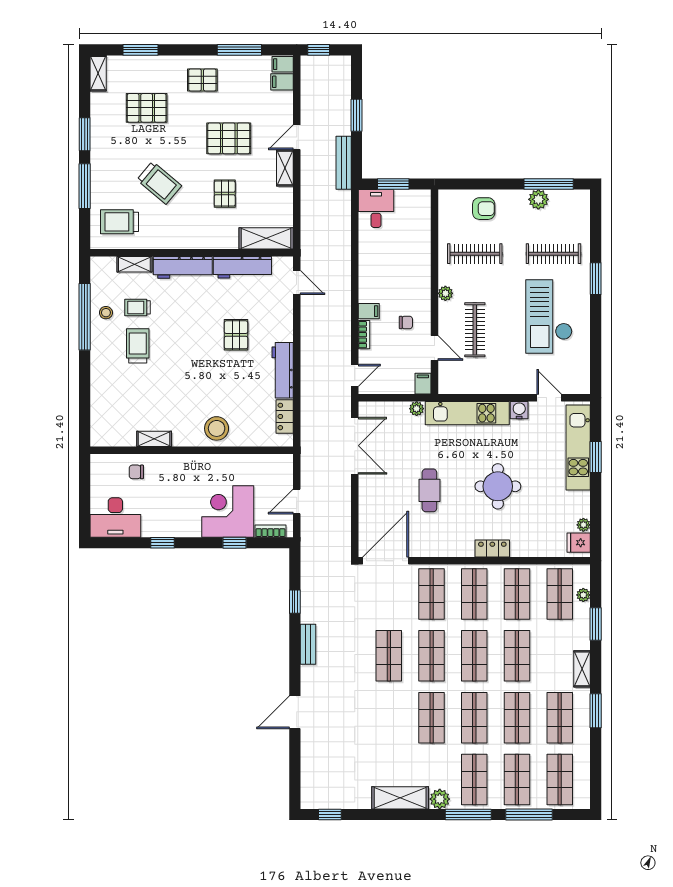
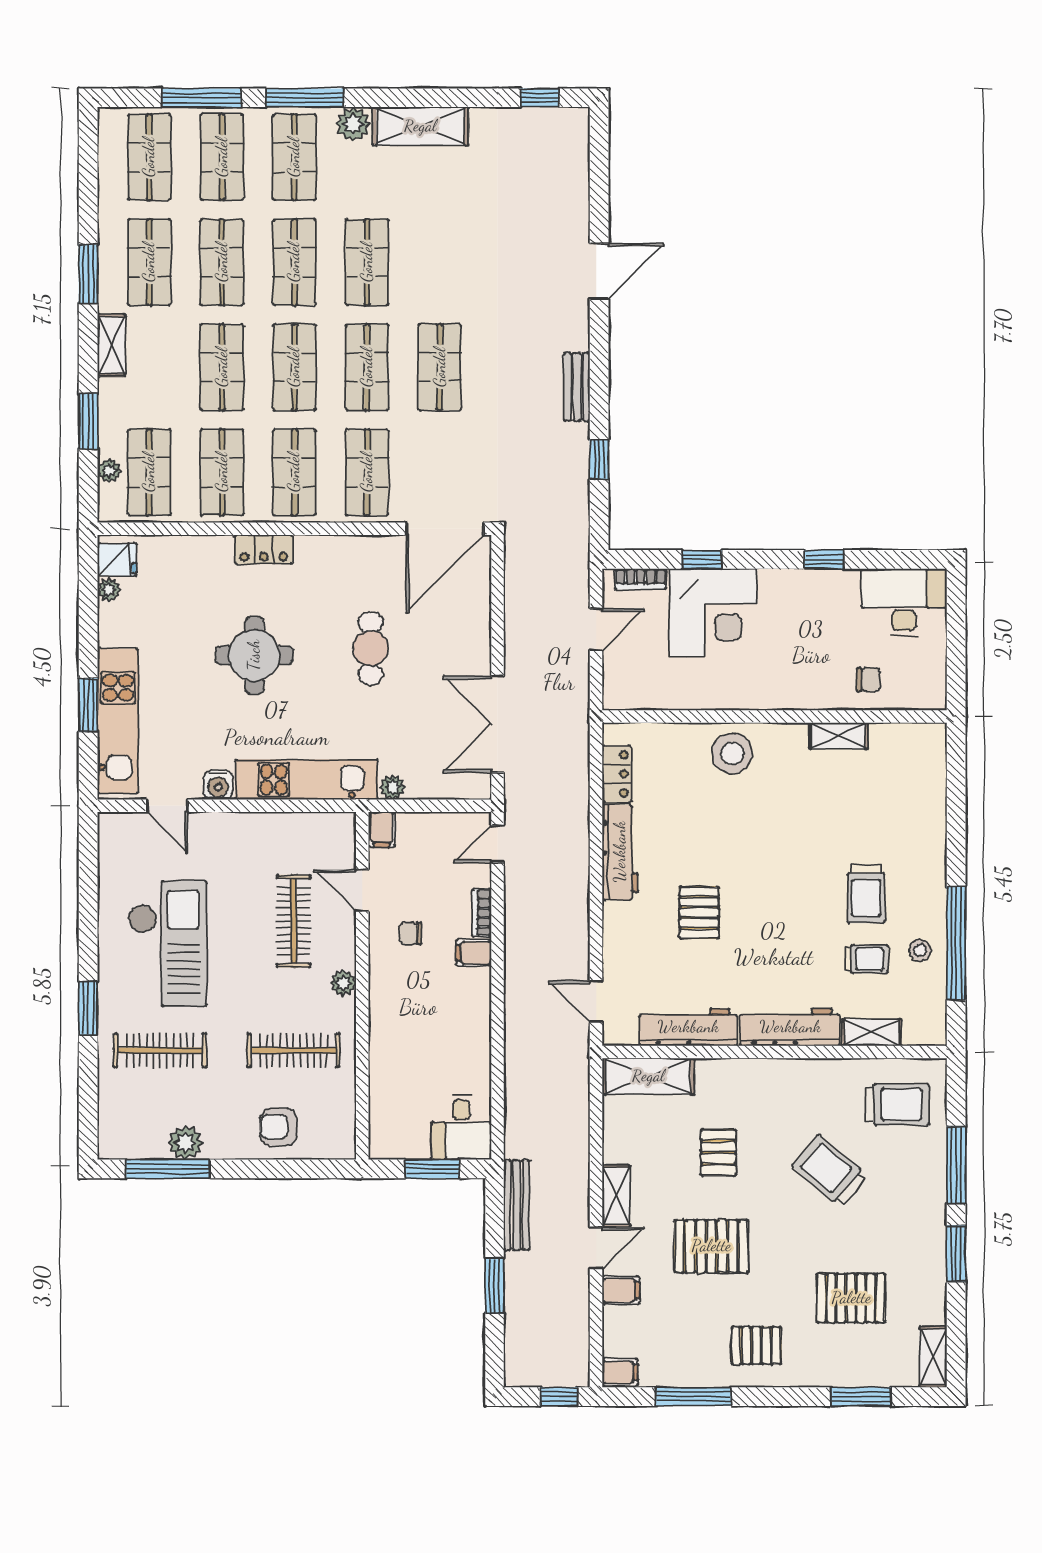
filing cabinet: (282, 82) -> (621, 1290), moved

